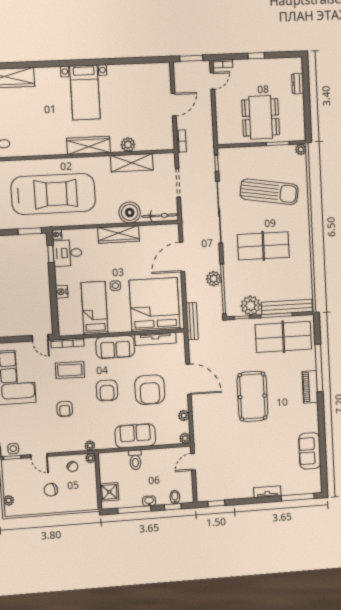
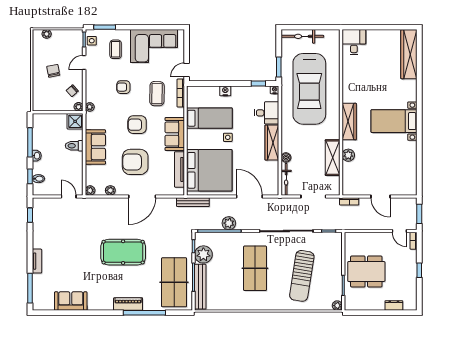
boiler: (130, 212) -> (286, 158), width x0.54, depth x0.54
desk: (68, 253) -> (267, 113), moved, turned 90
coffee table: (21, 421) -> (116, 49), added
shower: (109, 492) -> (75, 121), moved

